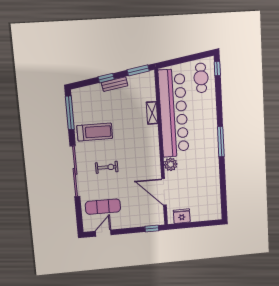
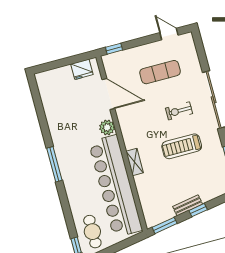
shelving: (152, 113) -> (135, 162), moved
treadmill: (95, 132) -> (182, 146), moved
exercise mat: (103, 207) -> (160, 72), moved
door: (103, 233) -> (169, 34), swing flipped

